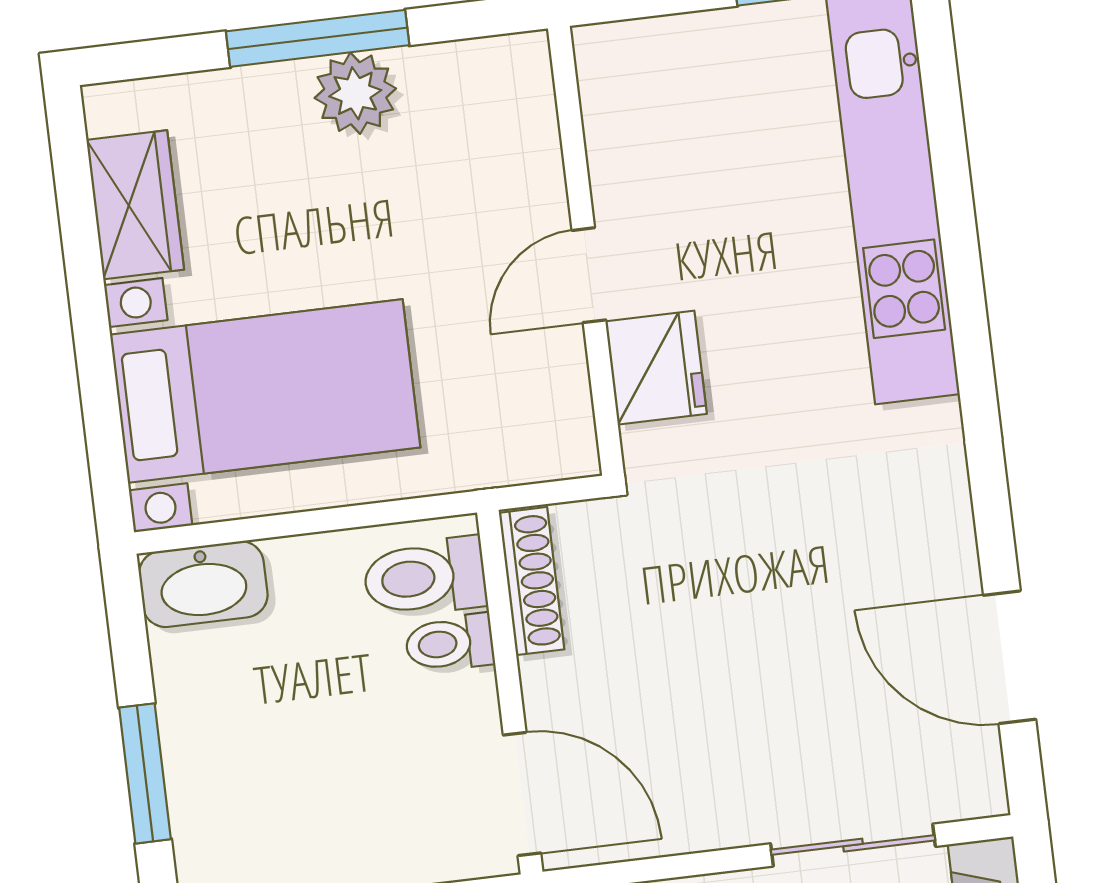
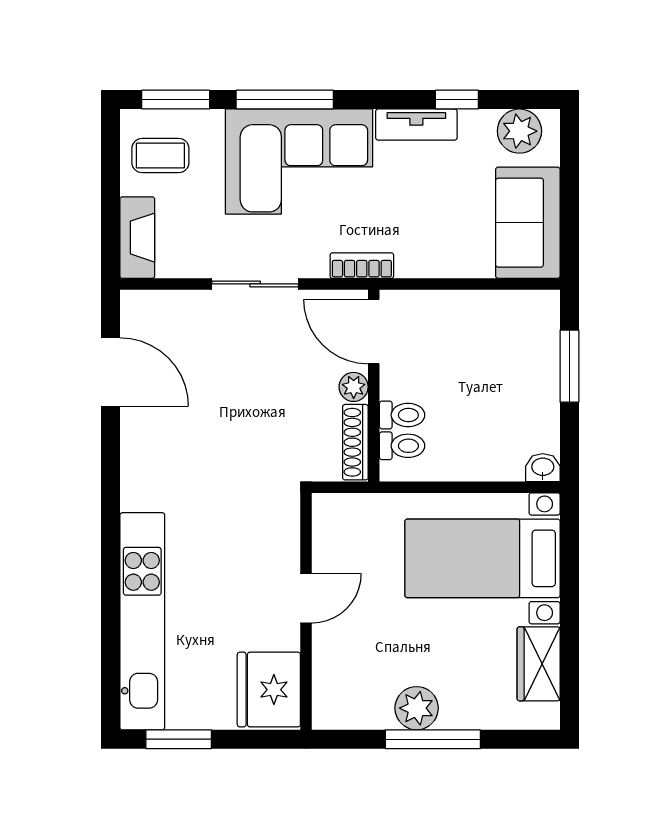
fridge: (656, 368) -> (269, 690), moved, width x1.36, depth x1.34
toilet: (425, 577) -> (402, 446), width x0.73, depth x0.72
washbasin: (203, 584) -> (543, 468), width x0.52, depth x0.69
plant: (547, 685) -> (354, 387), added
sliding door: (853, 845) -> (255, 284), moved

